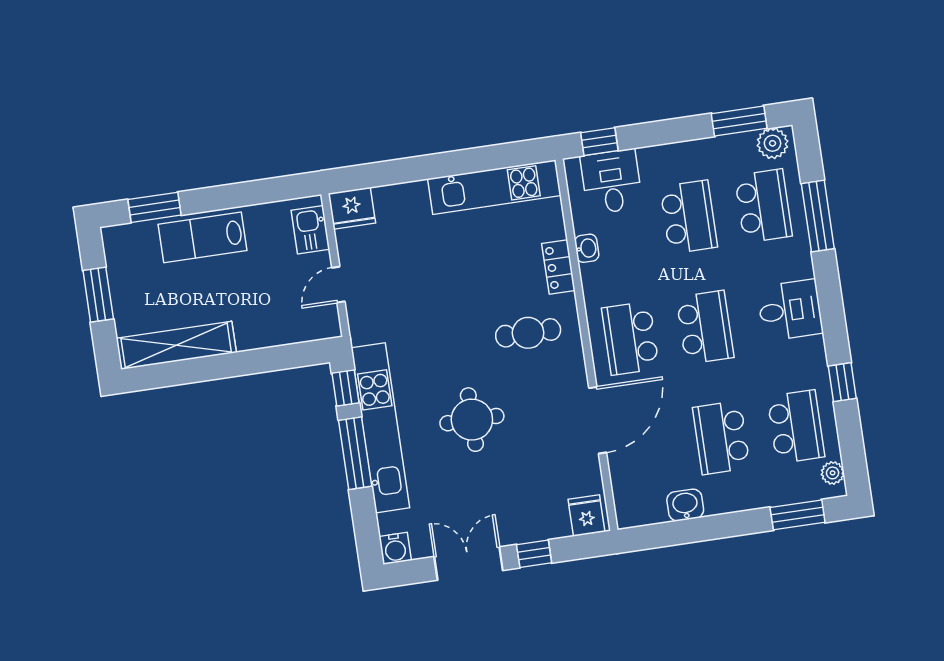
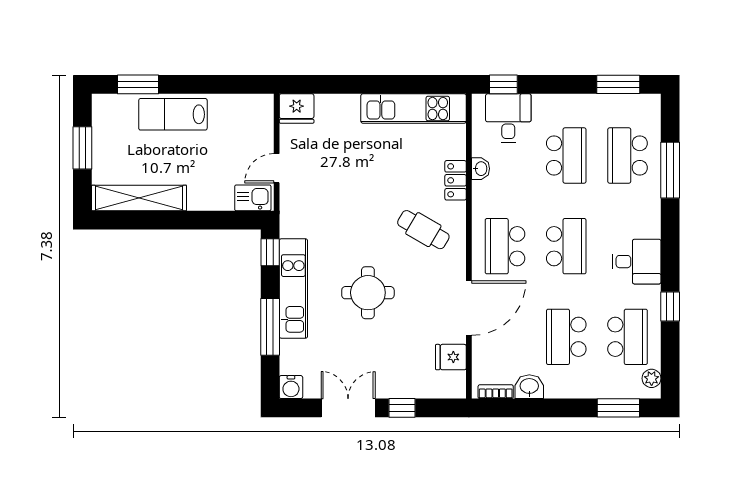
plant: (773, 143) -> (642, 106), removed
school desk: (763, 206) -> (628, 156), turned 180
kitchen sink: (310, 230) -> (253, 198), moved, turned 90
desk: (790, 310) -> (637, 262), moved
cafe table: (528, 333) -> (423, 230), turned 30
kitchen unit: (380, 428) -> (293, 288), width x0.73
window: (355, 453) -> (270, 327), moved
fridge: (586, 515) -> (451, 357), moved, turned -90
bookcase: (645, 517) -> (496, 392), added

